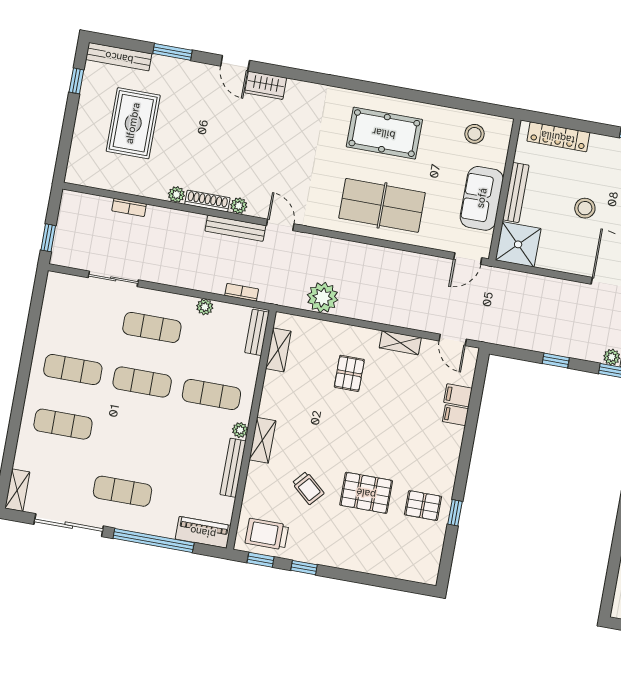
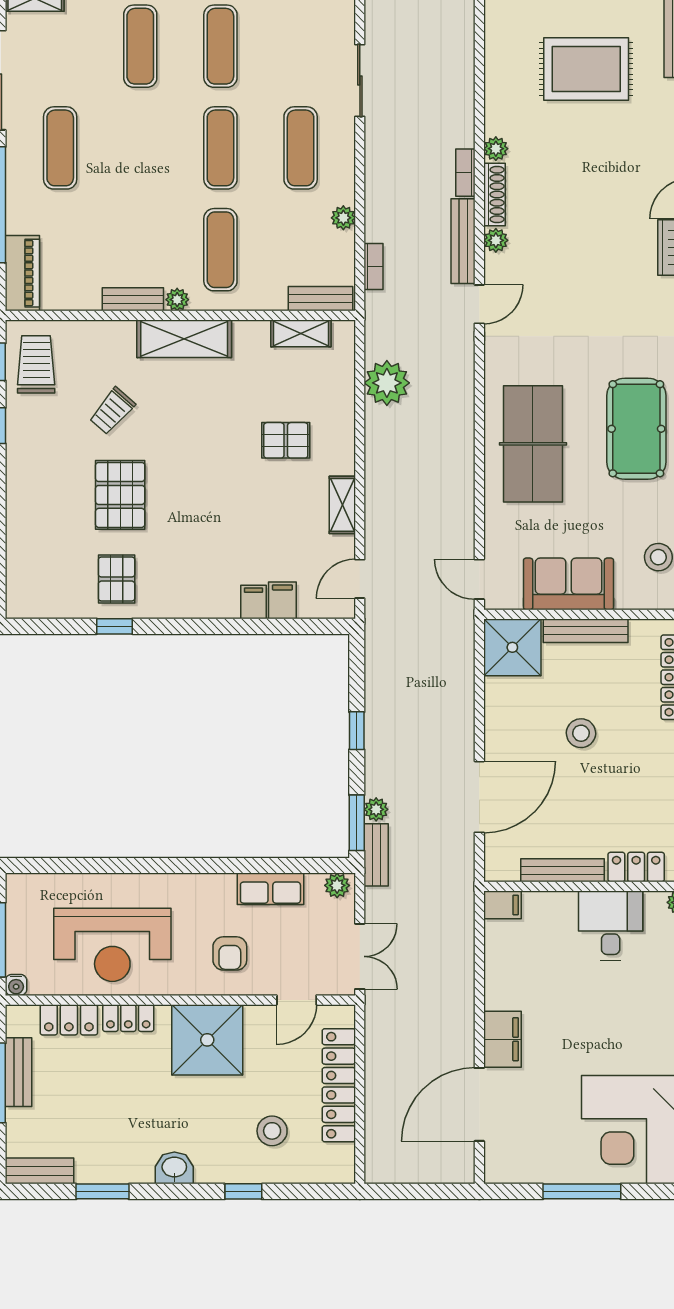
bookcase: (129, 207) -> (465, 173), moved
shelving: (262, 440) -> (184, 339), width x1.50, depth x1.33
bench: (233, 468) -> (133, 299), width x0.73

